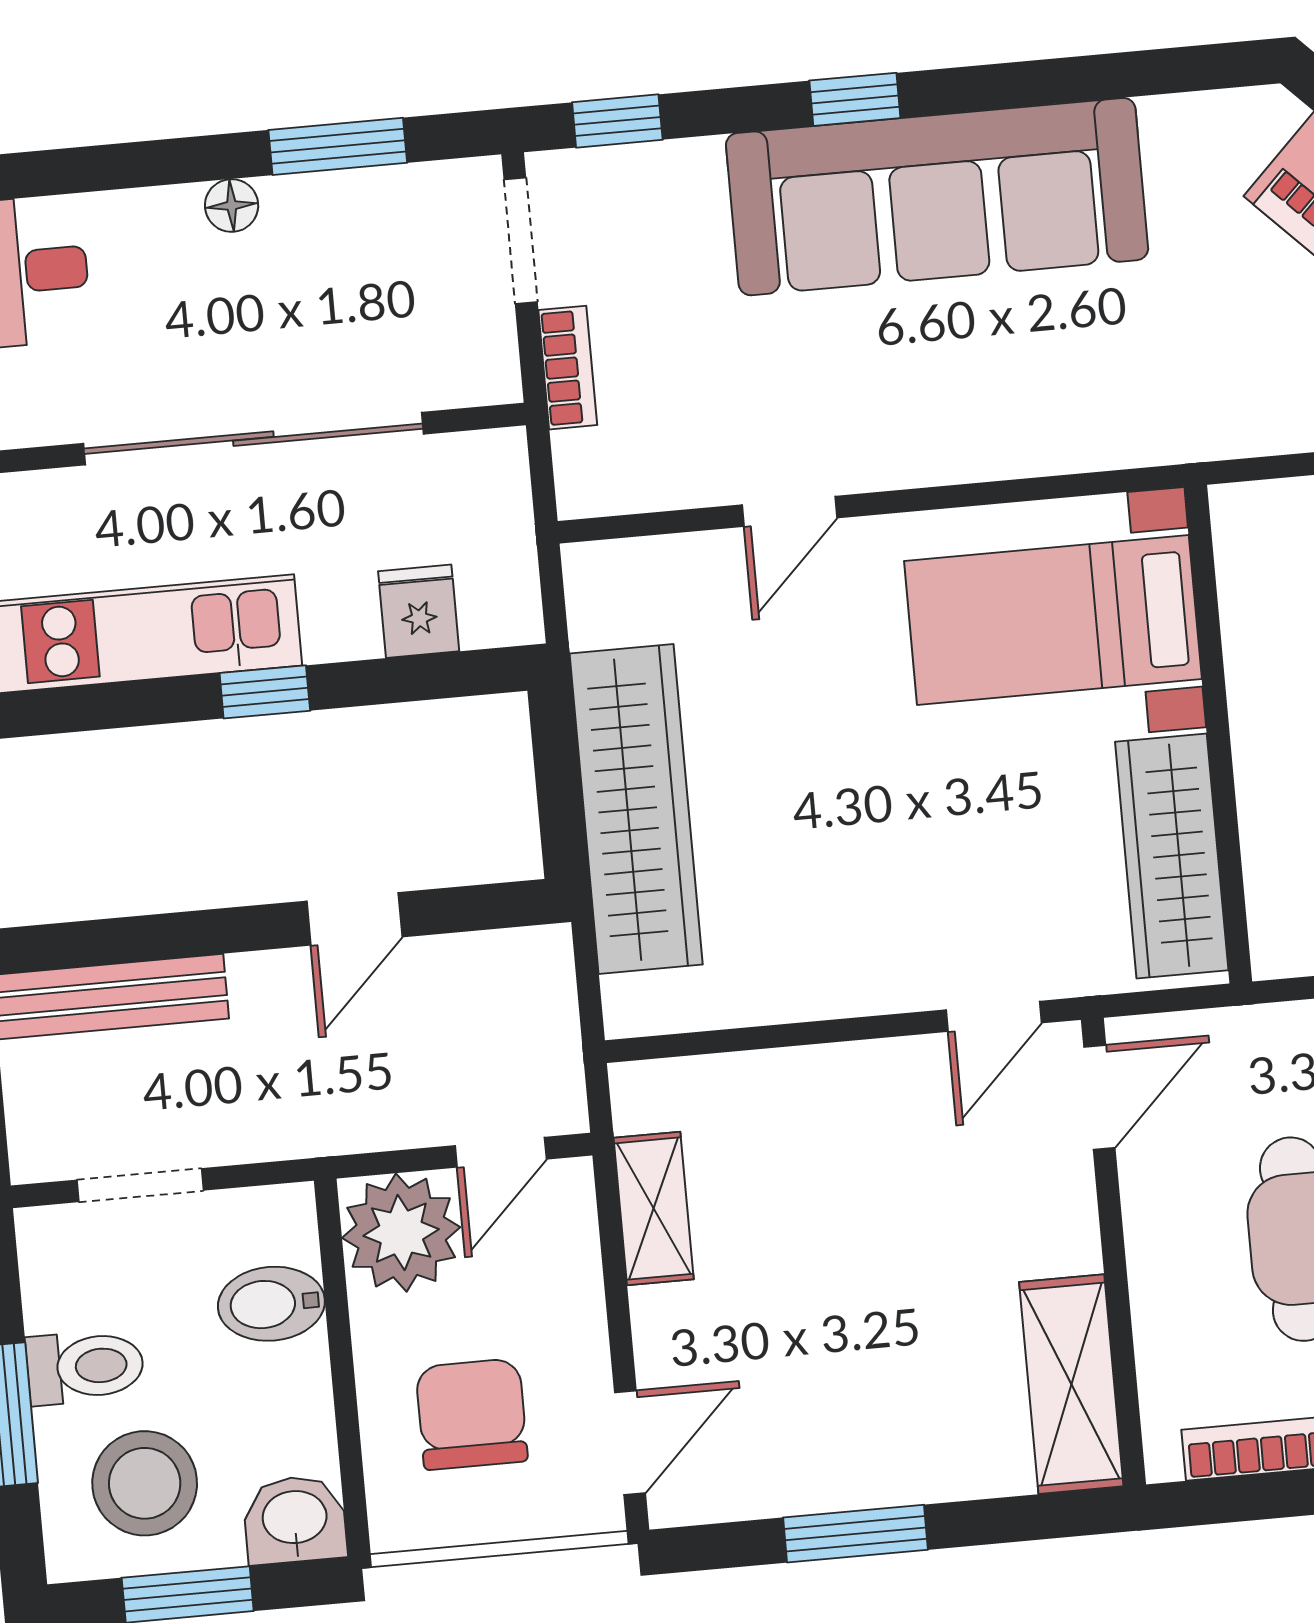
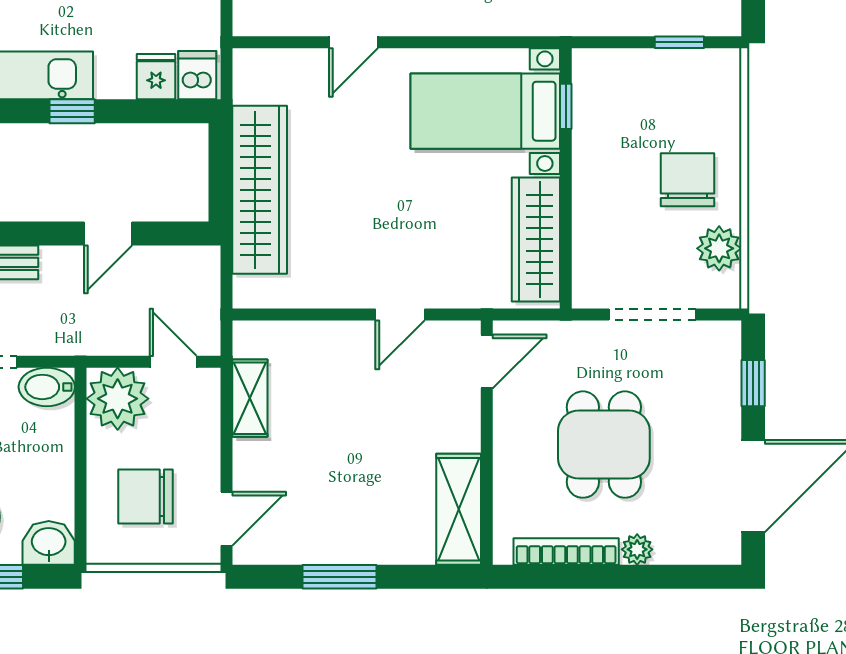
window: (1206, 597) -> (566, 106), added
dishwasher: (497, 601) -> (197, 75), added
door: (994, 1016) -> (400, 314), moved
door: (501, 1152) -> (173, 362), swing flipped
bidet: (271, 1304) -> (47, 387), moved
chair: (472, 1414) -> (146, 497), turned -90

